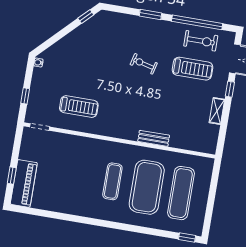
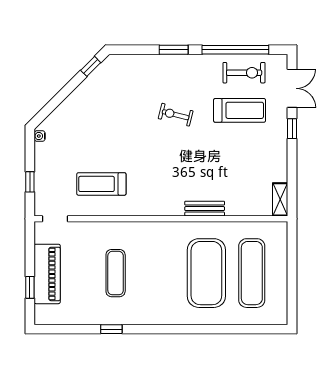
treadmill: (79, 107) -> (101, 184), turned 180
shelving: (217, 111) -> (280, 199), moved
exercise mat: (112, 181) -> (116, 273), moved
piano: (24, 183) -> (47, 274), moved
window: (187, 238) -> (111, 329), moved

